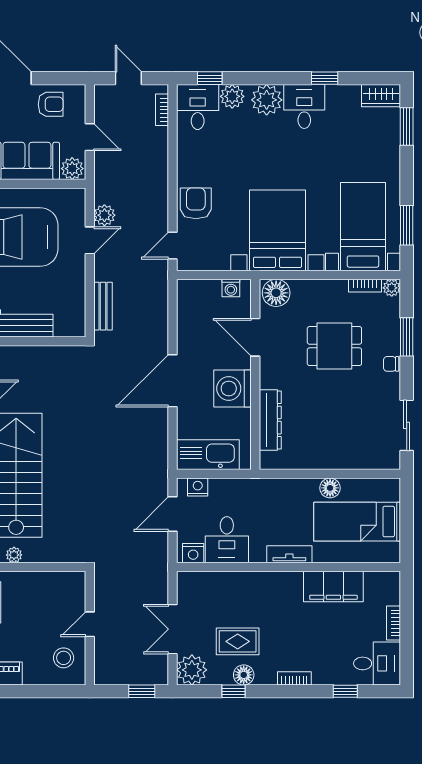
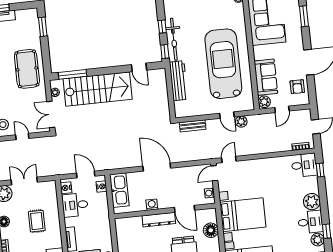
plant: (232, 96) -> (318, 240), moved
armchair: (196, 203) -> (253, 170), removed
door: (173, 246) -> (229, 160), hinge flipped
door: (195, 275) -> (214, 173), added
floor lamp: (276, 293) -> (211, 230), moved
door: (255, 337) -> (185, 209), swing flipped
washing machine: (233, 388) -> (152, 205), width x0.53, depth x0.53
dresser: (270, 420) -> (159, 220), moved
double door: (54, 567) -> (51, 114), added
rug: (238, 641) -> (37, 221), moved

